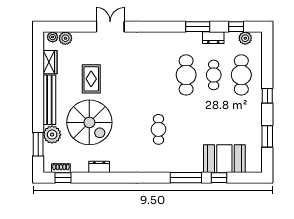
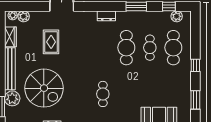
dresser: (213, 38) -> (106, 16), moved
rug: (91, 79) -> (51, 42), moved

